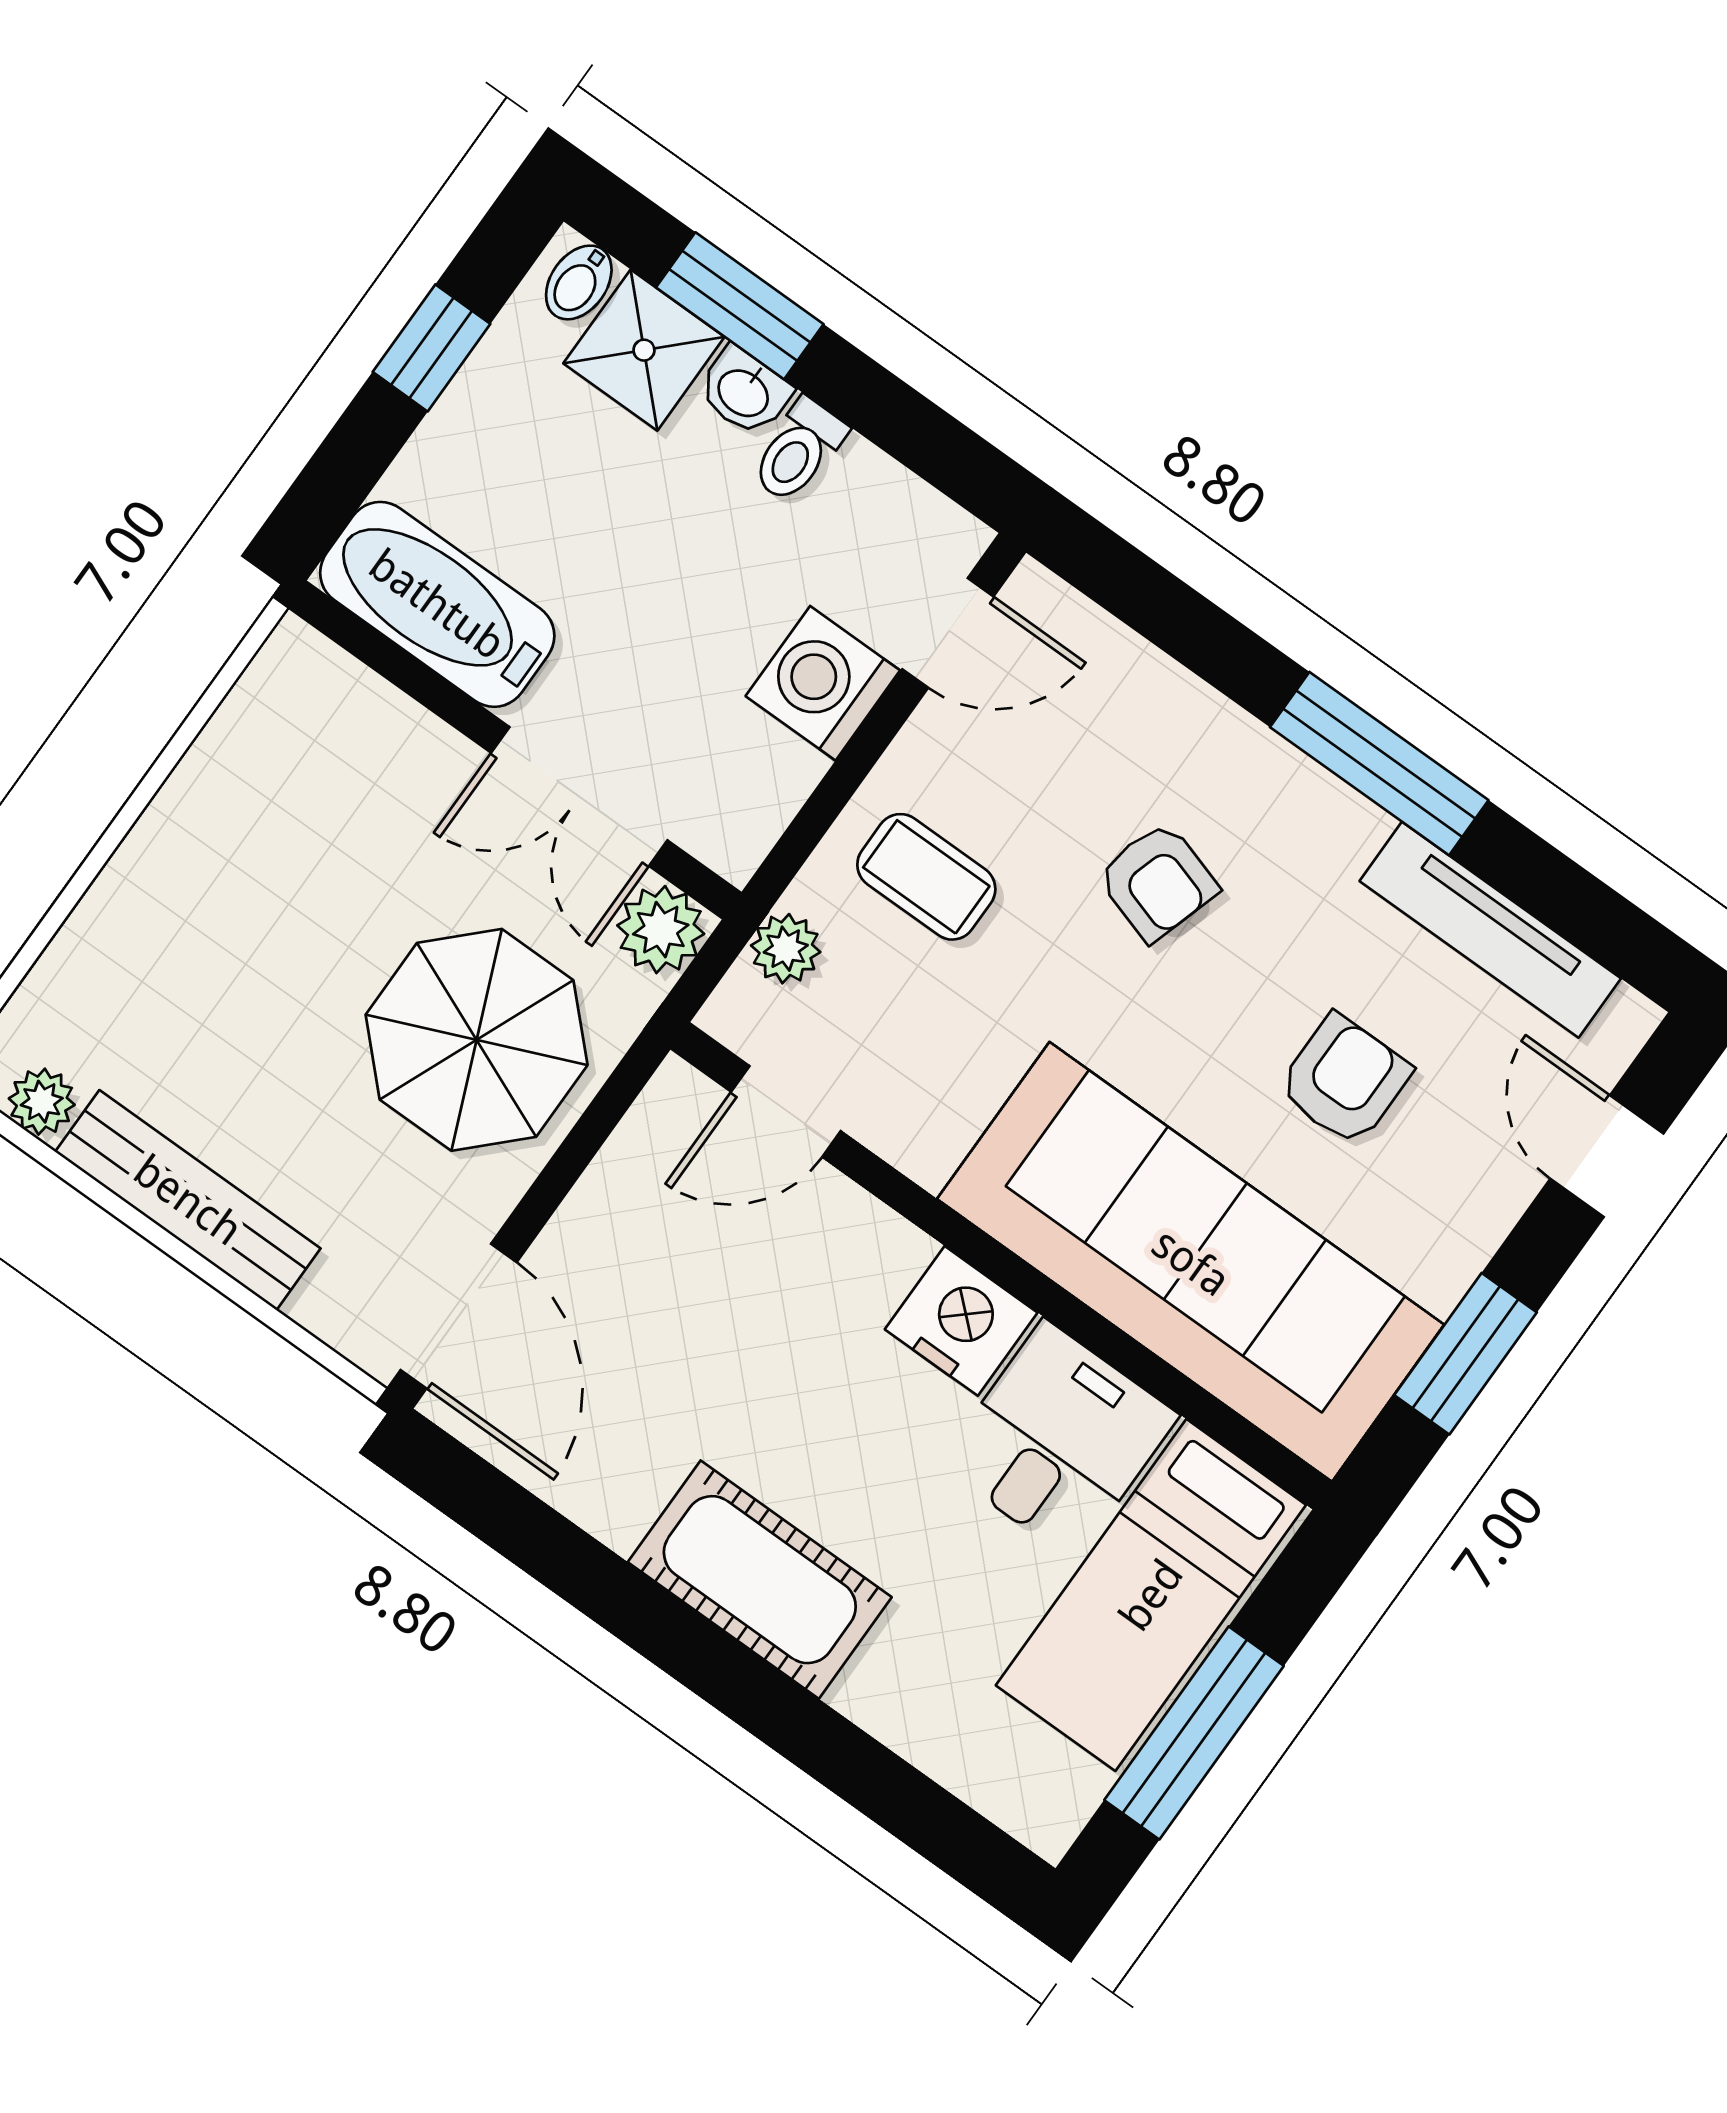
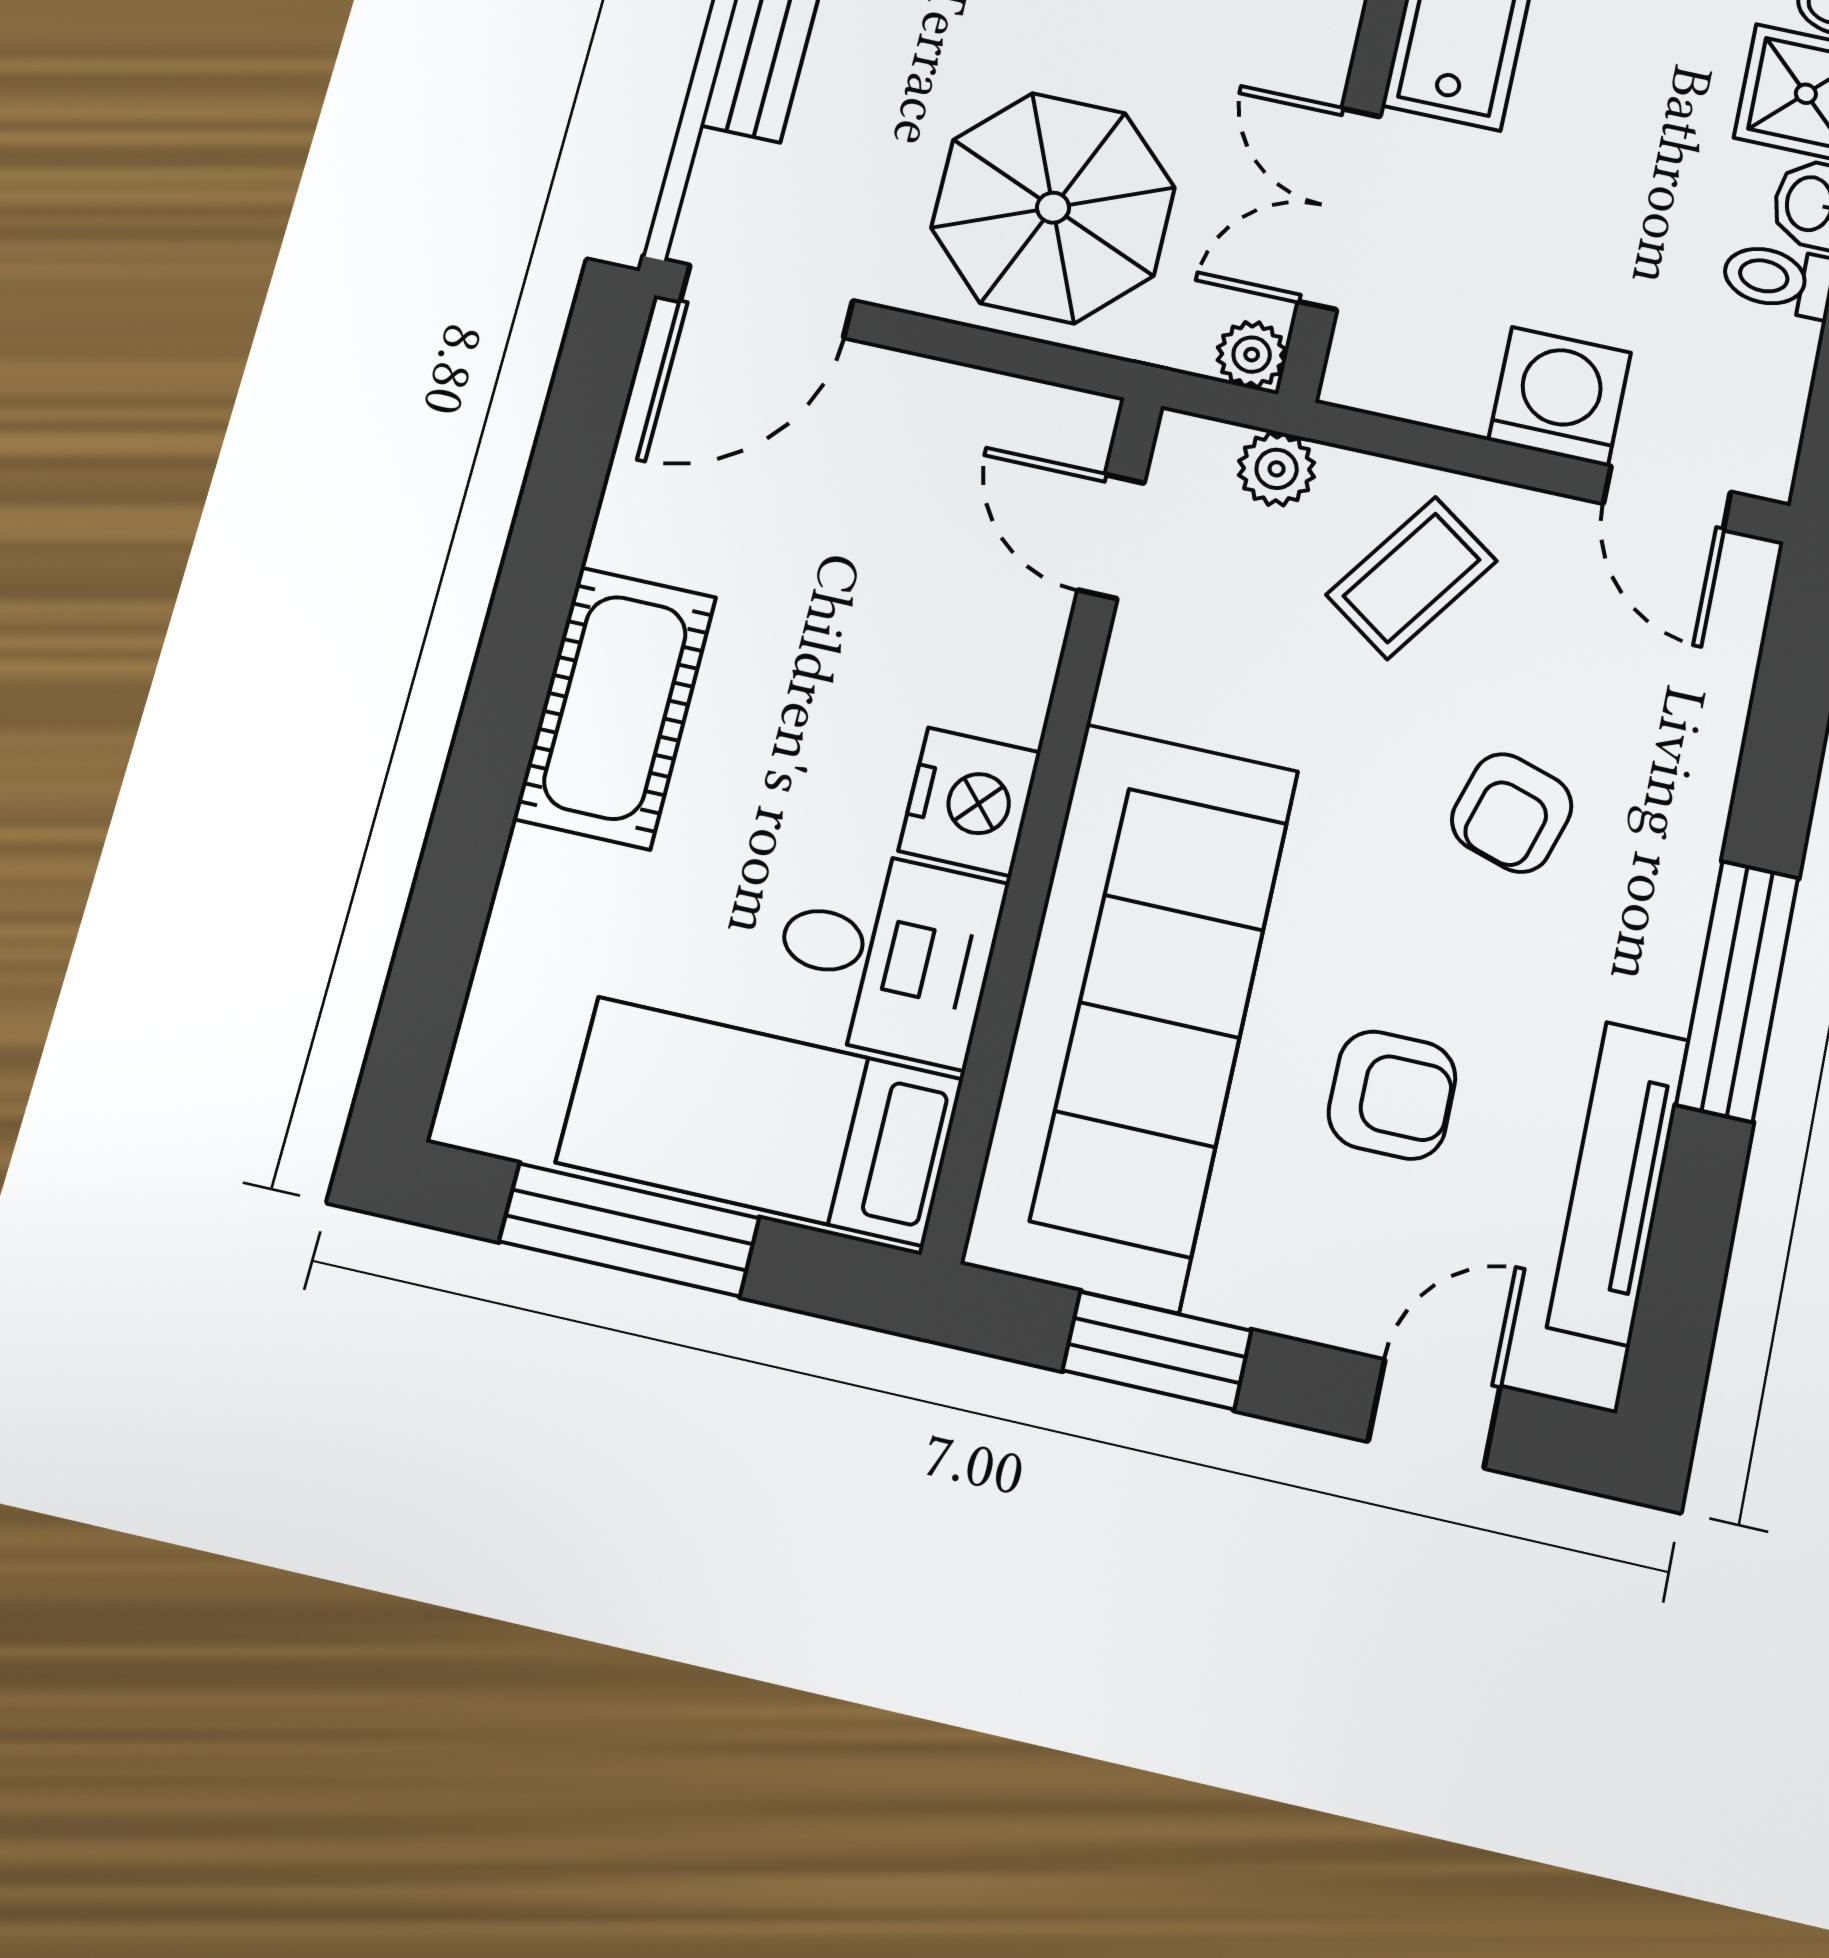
coffee table: (926, 877) -> (1412, 578), turned 35
plant: (661, 930) -> (1252, 355), width x0.73, depth x0.73

